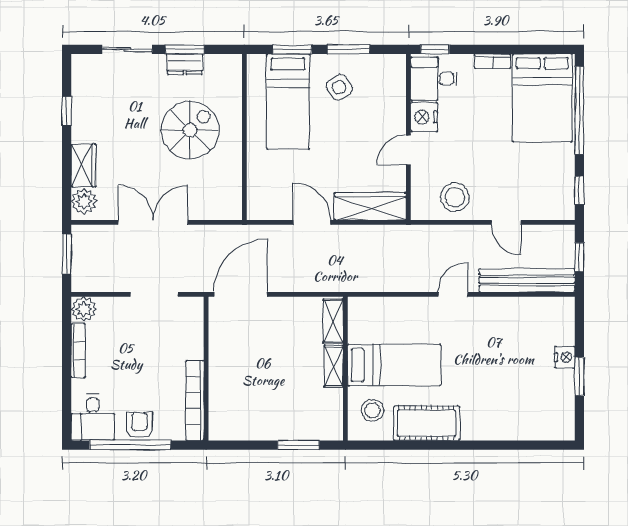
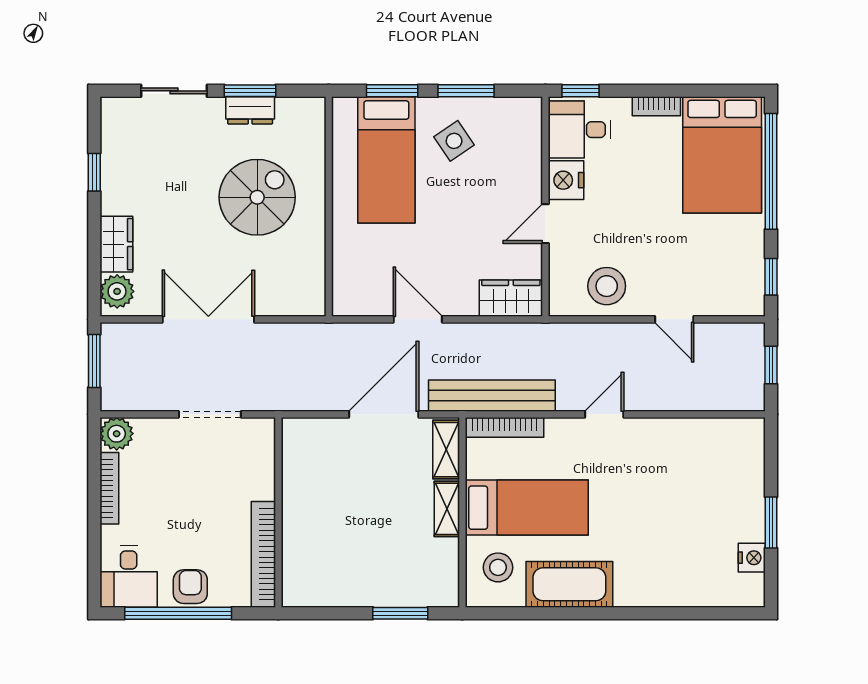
wardrobe: (370, 206) -> (511, 298), width x0.67
bench: (527, 280) -> (492, 396), moved
door: (240, 294) -> (384, 414), moved
bookcase: (377, 304) -> (504, 427), added
nightstand: (565, 357) -> (752, 558), moved

